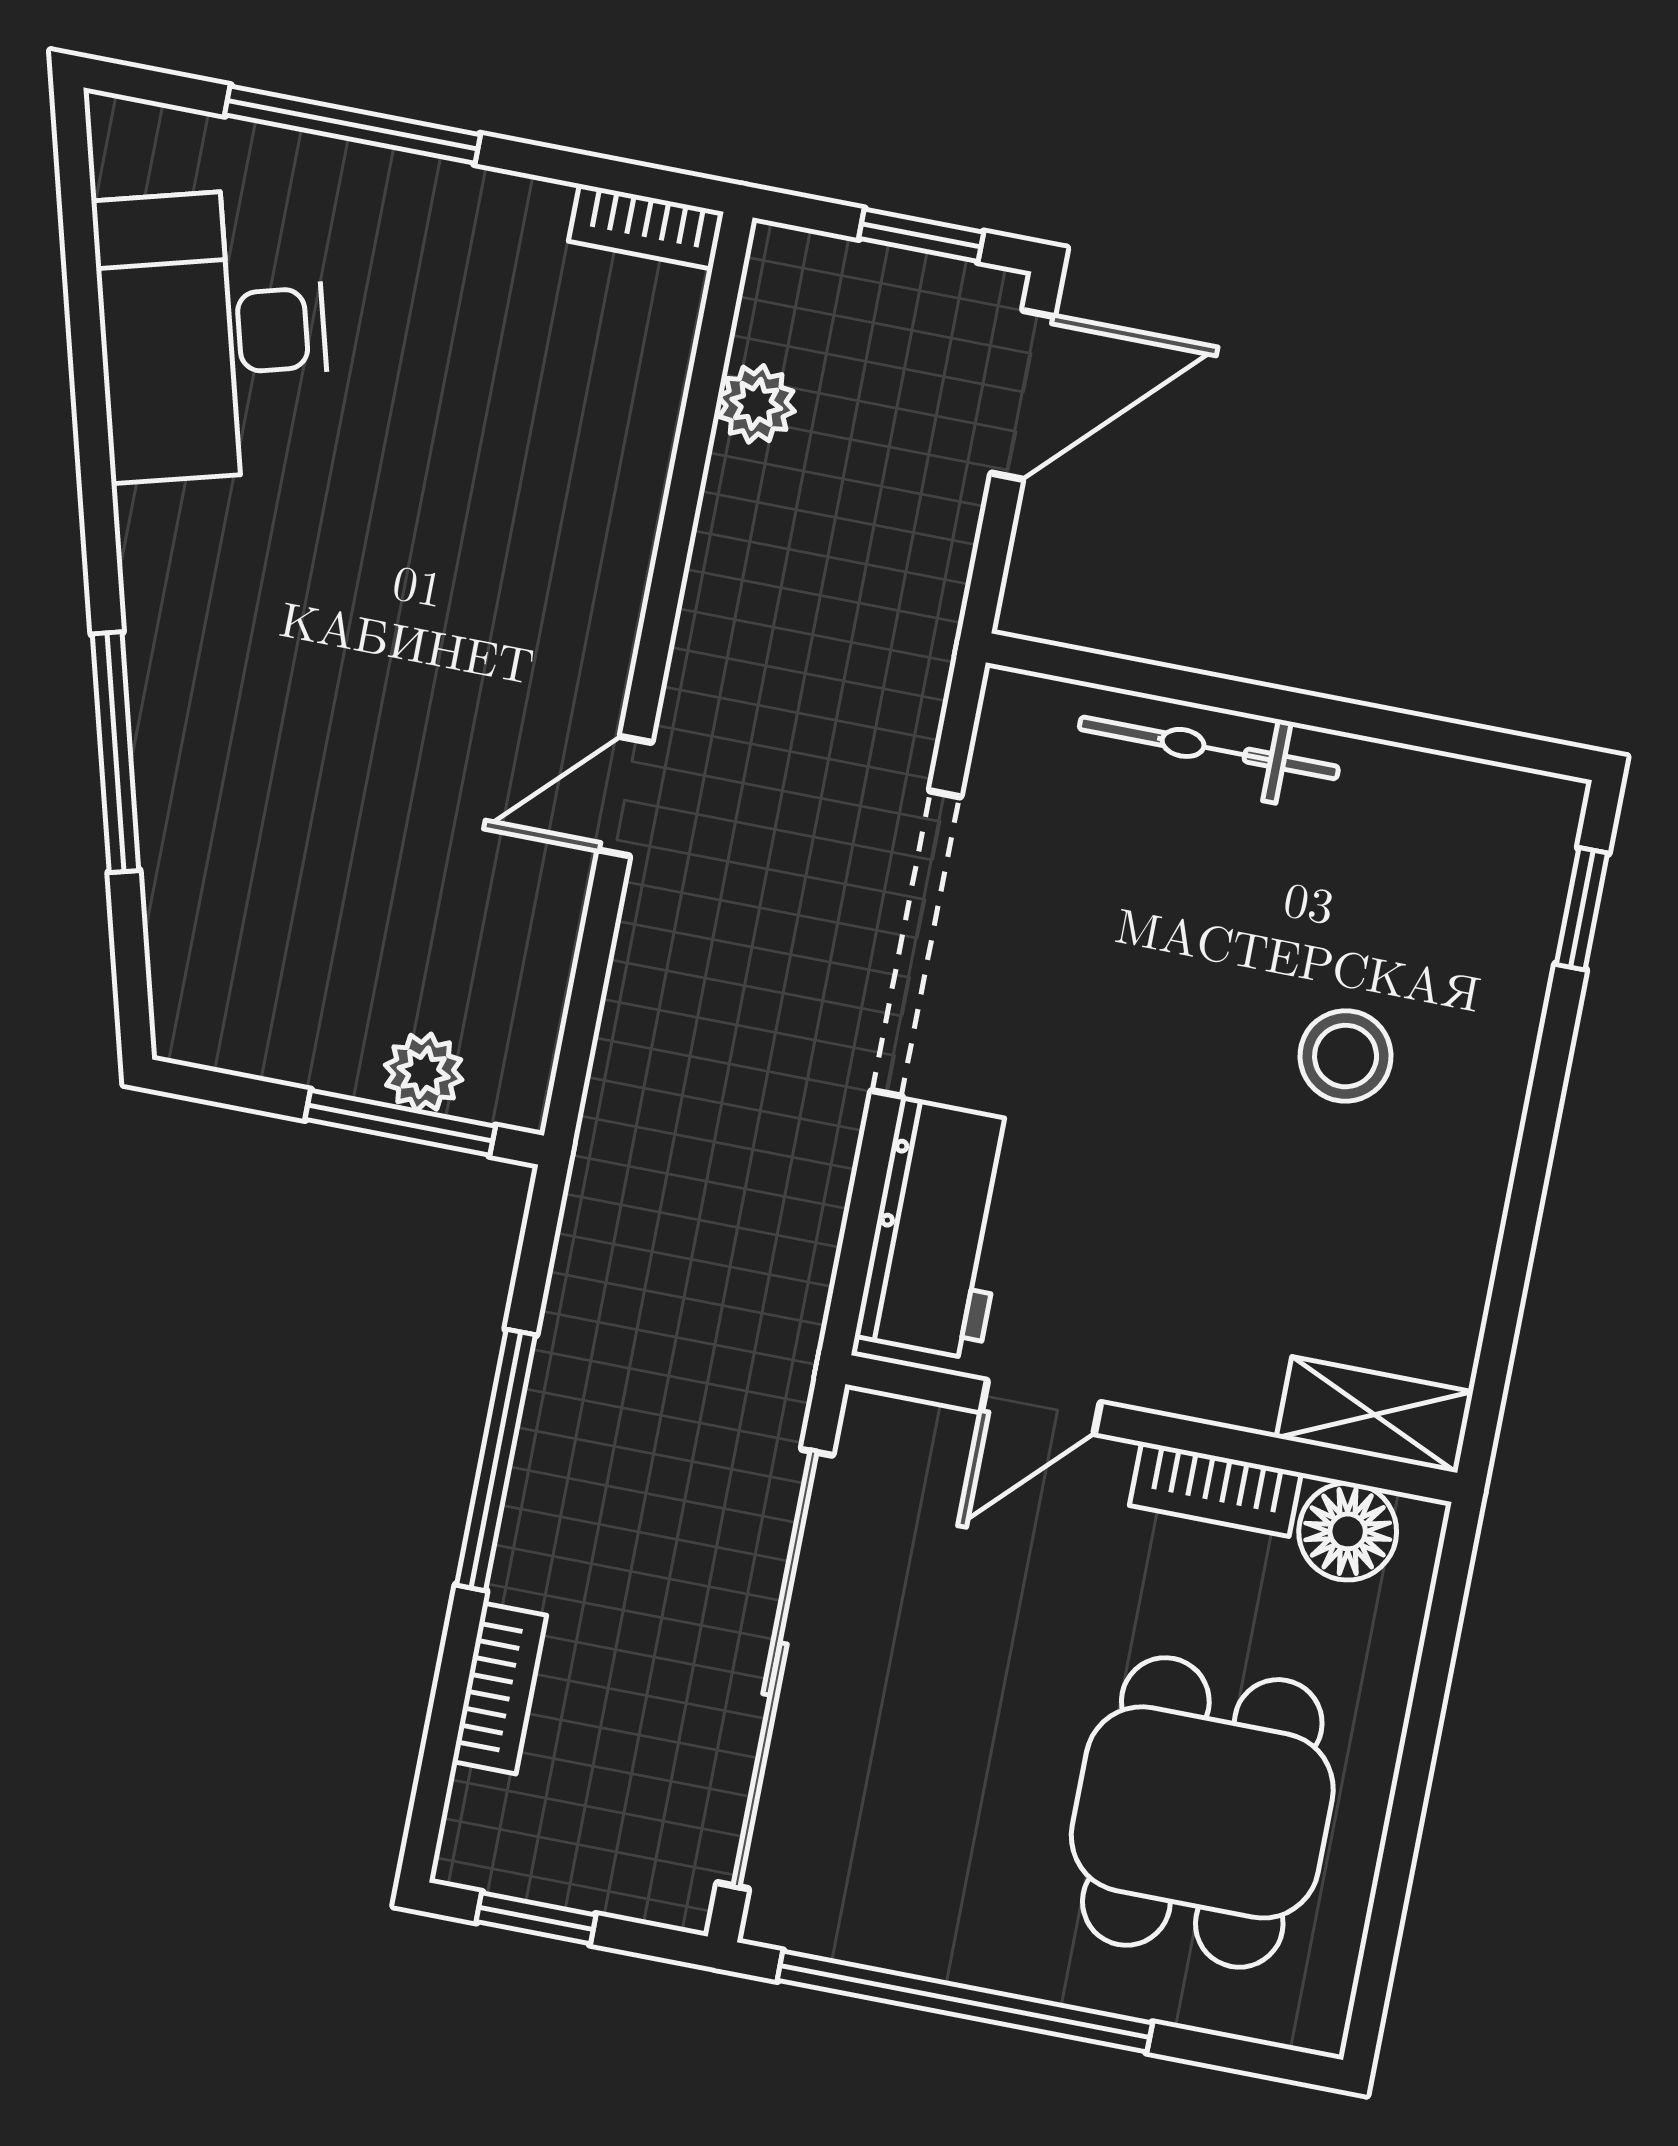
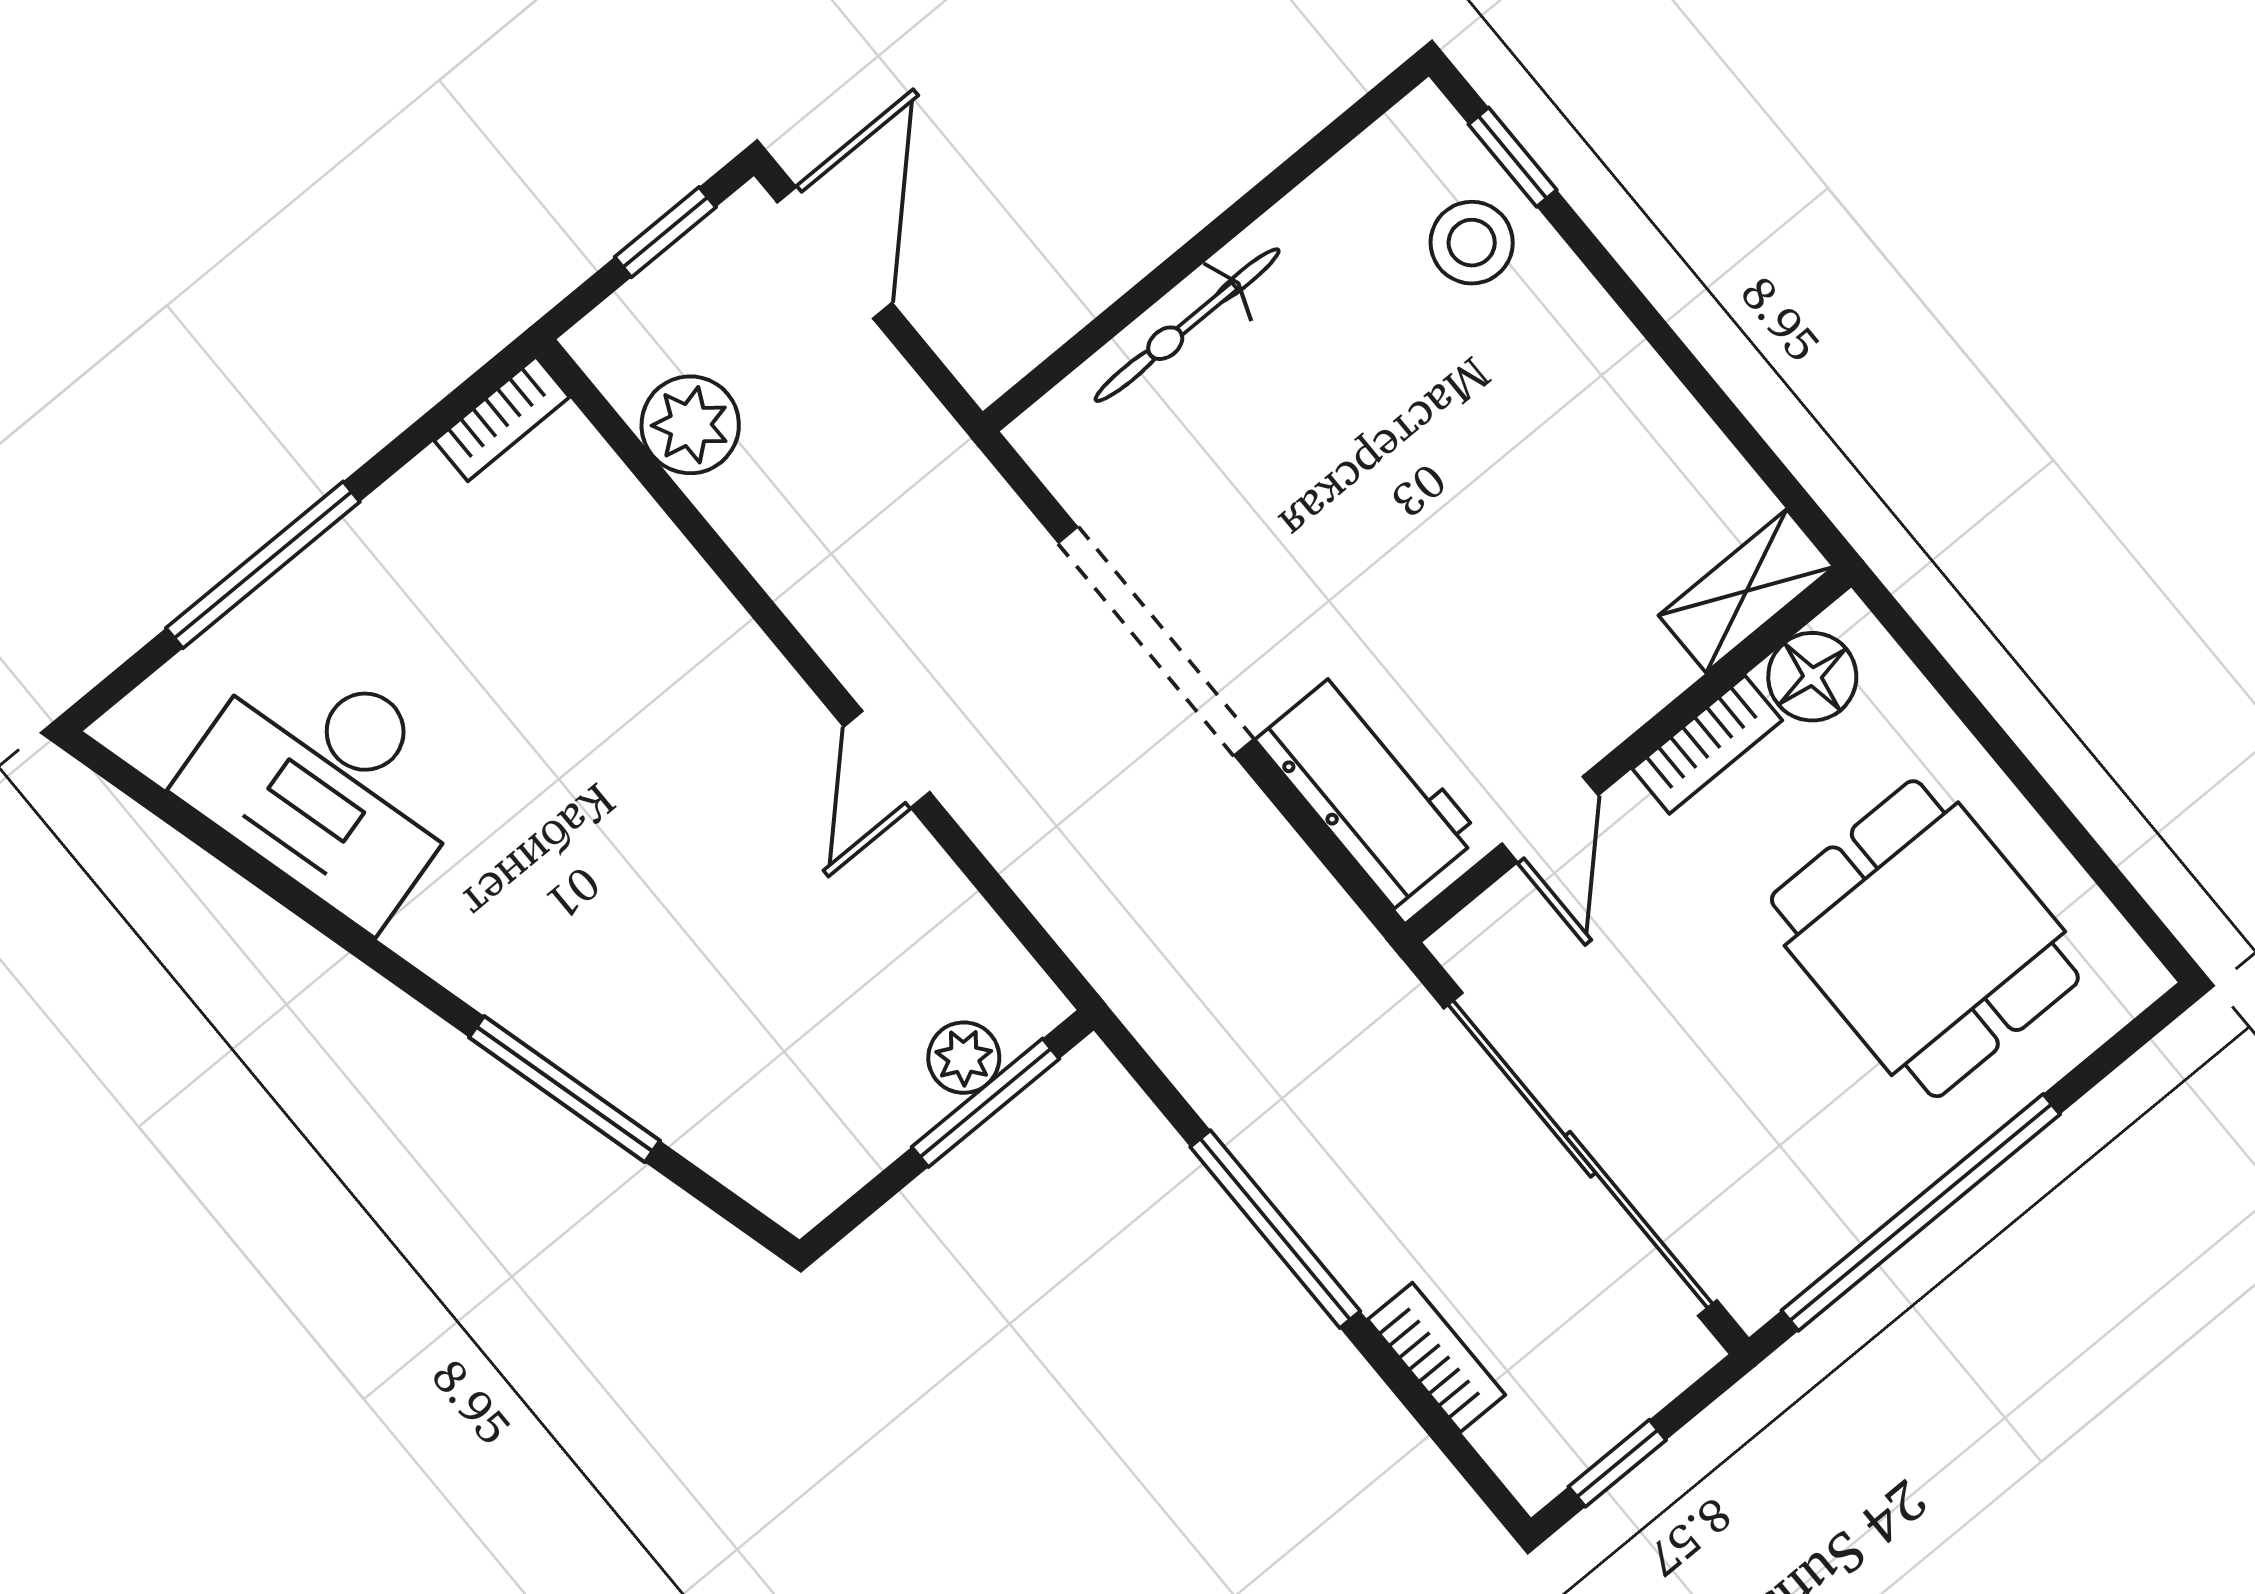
plant: (756, 404) -> (690, 425), width x1.38, depth x1.38
stool: (1346, 1056) -> (1472, 243), moved

